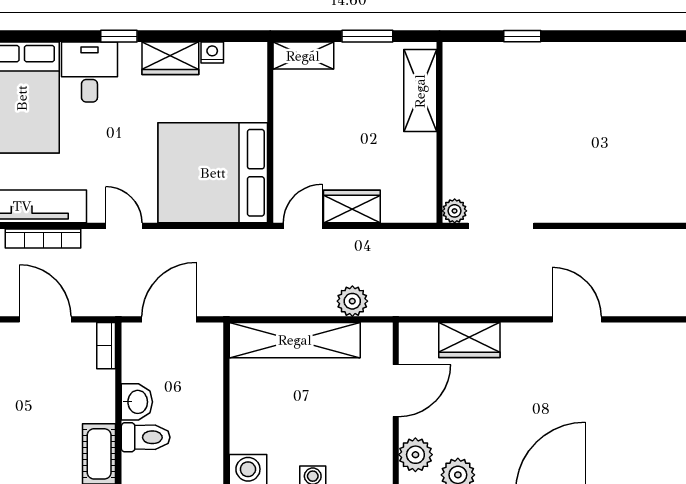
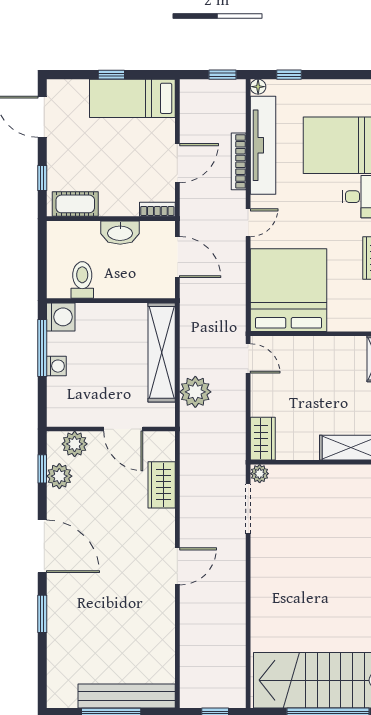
wardrobe: (352, 207) -> (263, 439), moved
plant: (352, 301) -> (195, 392), width x1.36, depth x1.36
washbasin: (137, 402) -> (120, 233), width x1.38
toilet: (146, 437) -> (82, 280), moved, turned 180

